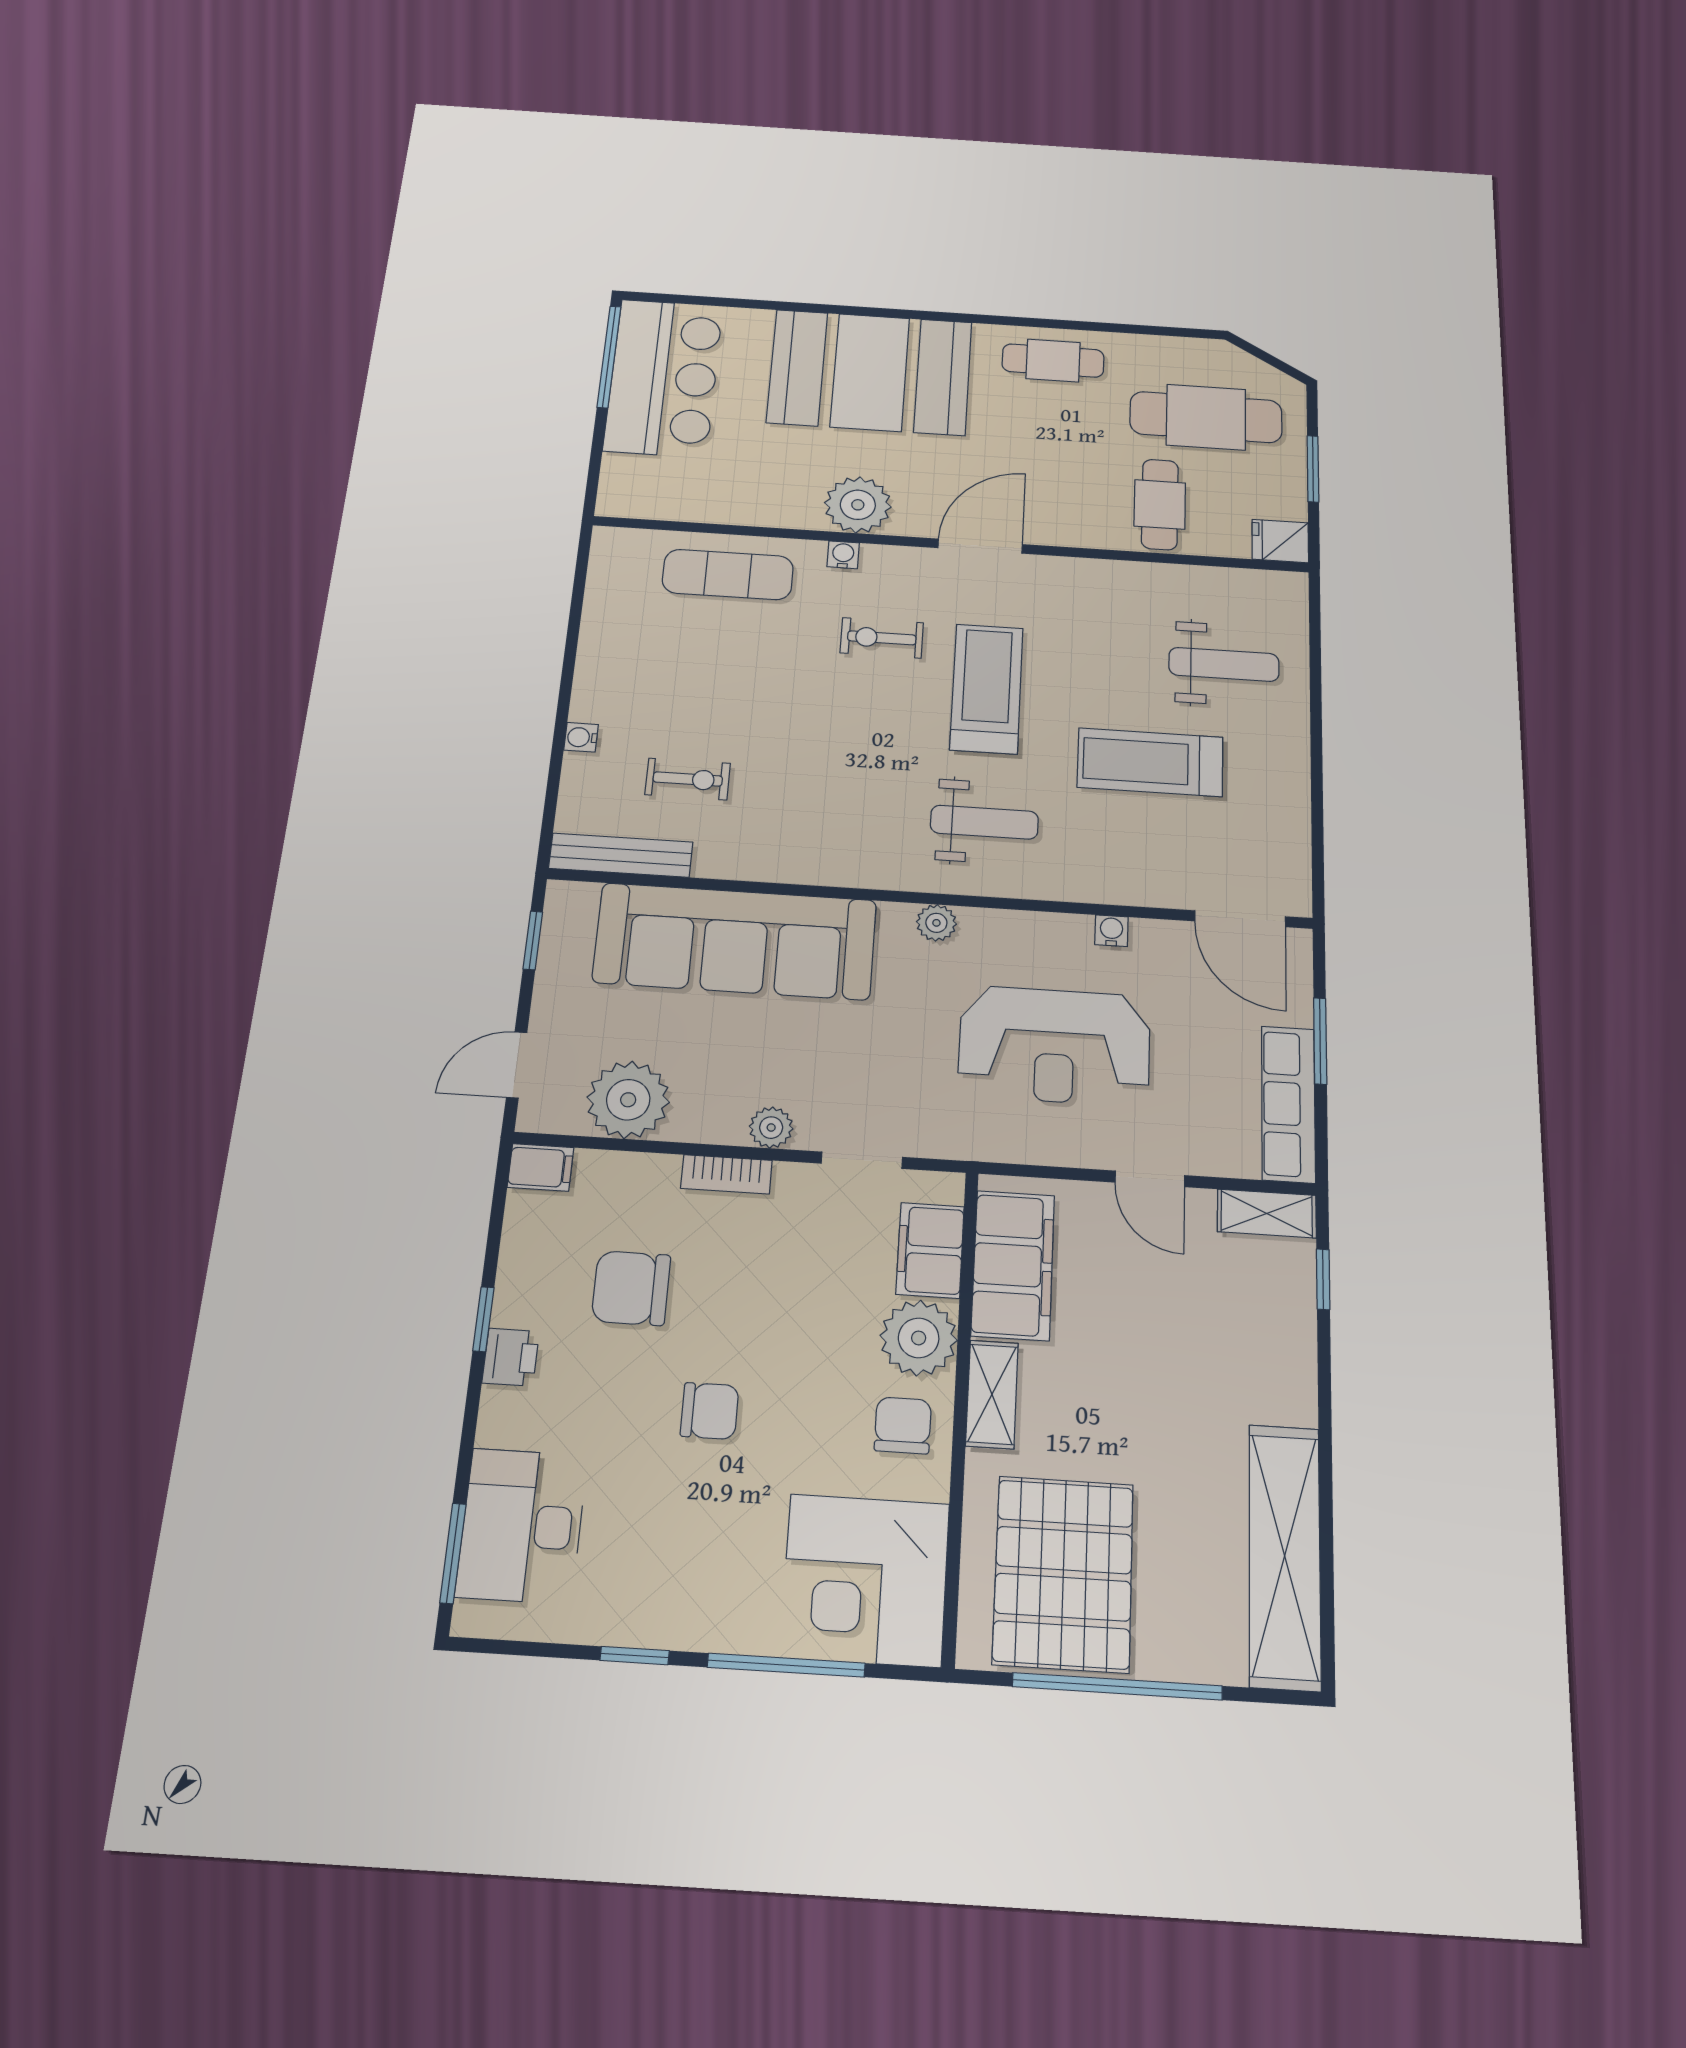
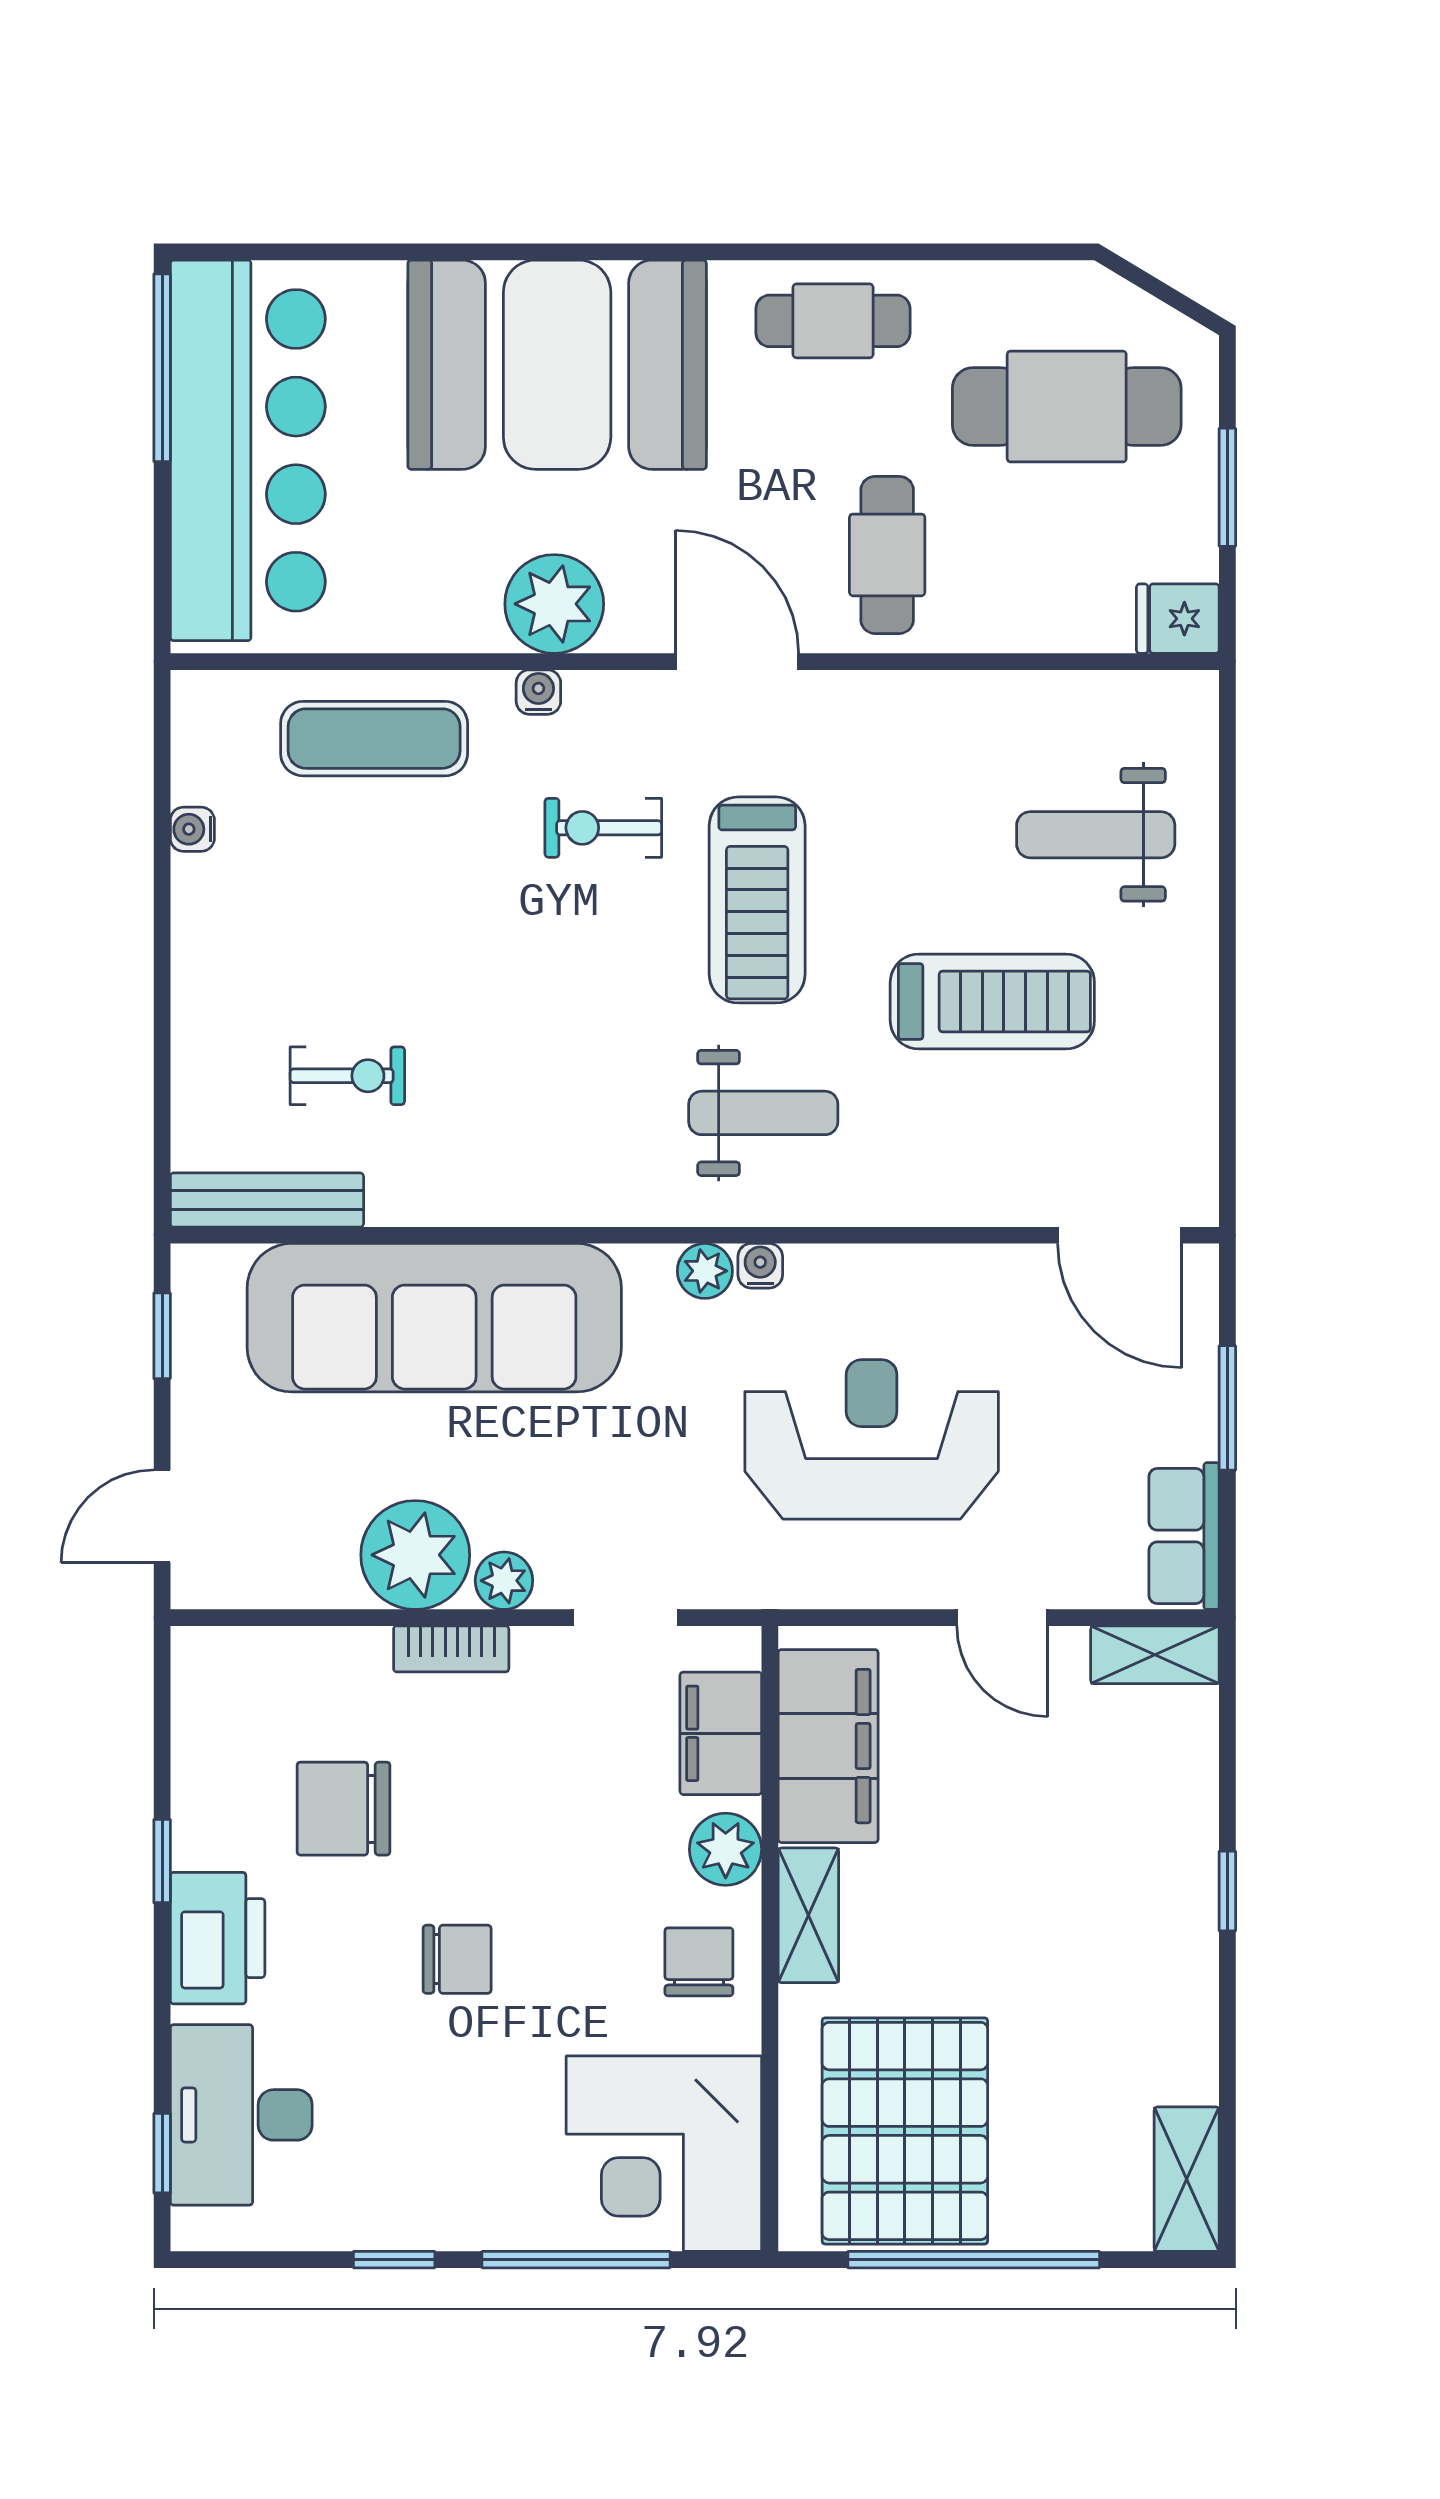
bar counter: (664, 378) -> (248, 450), width x1.36
cafe table: (1160, 504) -> (887, 555), moved
door: (980, 546) -> (737, 662), hinge flipped
weight bench: (1224, 664) -> (1096, 835), turned 180
treadmill: (987, 689) -> (757, 900), turned 180
water cooler: (581, 737) -> (192, 829), moved
treadmill: (1150, 762) -> (992, 1002), turned 180
water cooler: (1111, 931) -> (760, 1266), moved
reception desk: (1054, 1046) -> (872, 1439), turned 180
plant: (628, 1100) -> (415, 1555), moved
row of seats: (1288, 1104) -> (1184, 1536), width x0.68
filing cabinet: (541, 1167) -> (210, 1656), removed
window: (1323, 1279) -> (1227, 1891), moved
plant: (919, 1338) -> (726, 1849), width x0.73, depth x0.73
printer: (511, 1357) -> (218, 1938), width x1.87, depth x1.48
window: (453, 1553) -> (162, 2153), width x0.67
shelving: (1285, 1556) -> (1187, 2179), width x0.45, depth x0.75

